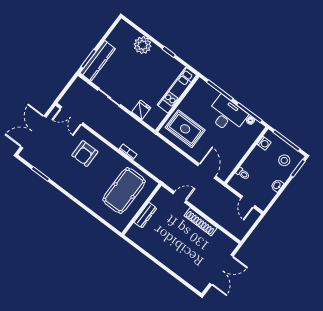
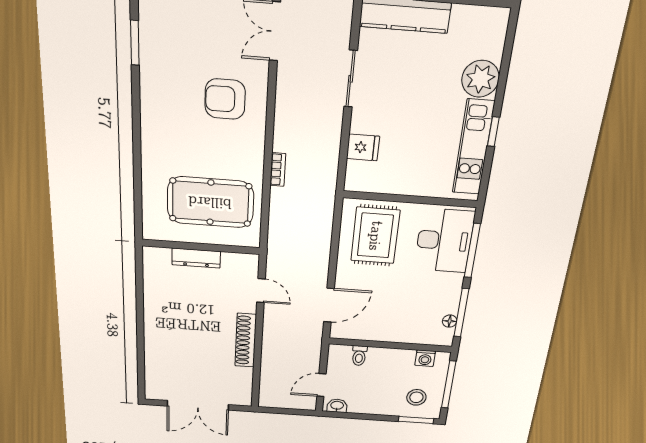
kitchen unit: (177, 90) -> (473, 147), moved, turned -90
desk: (227, 115) -> (444, 241), moved
washbasin: (277, 185) -> (337, 406), moved

